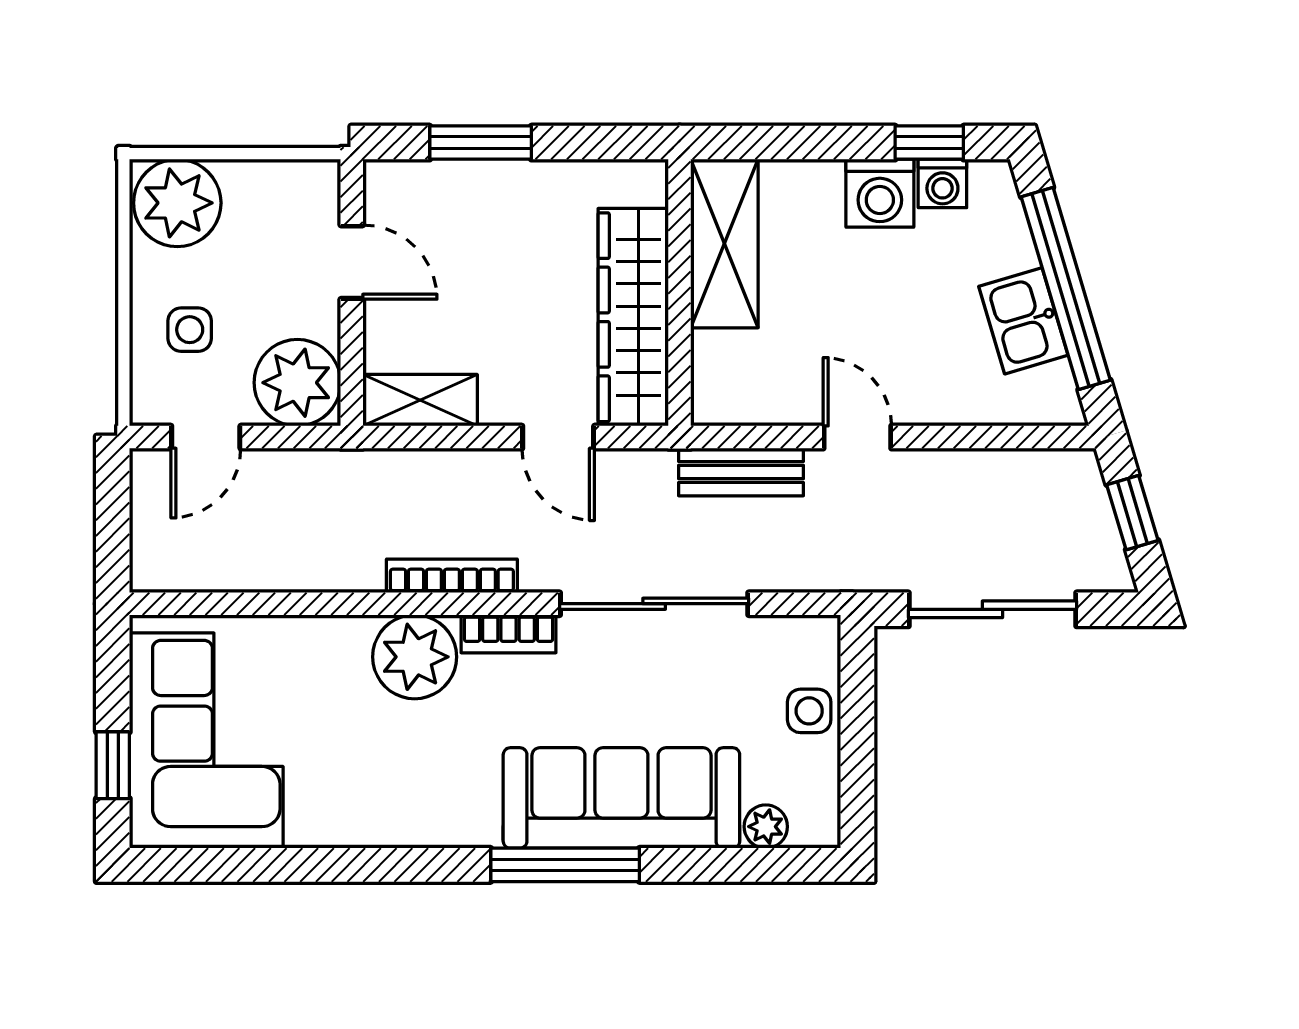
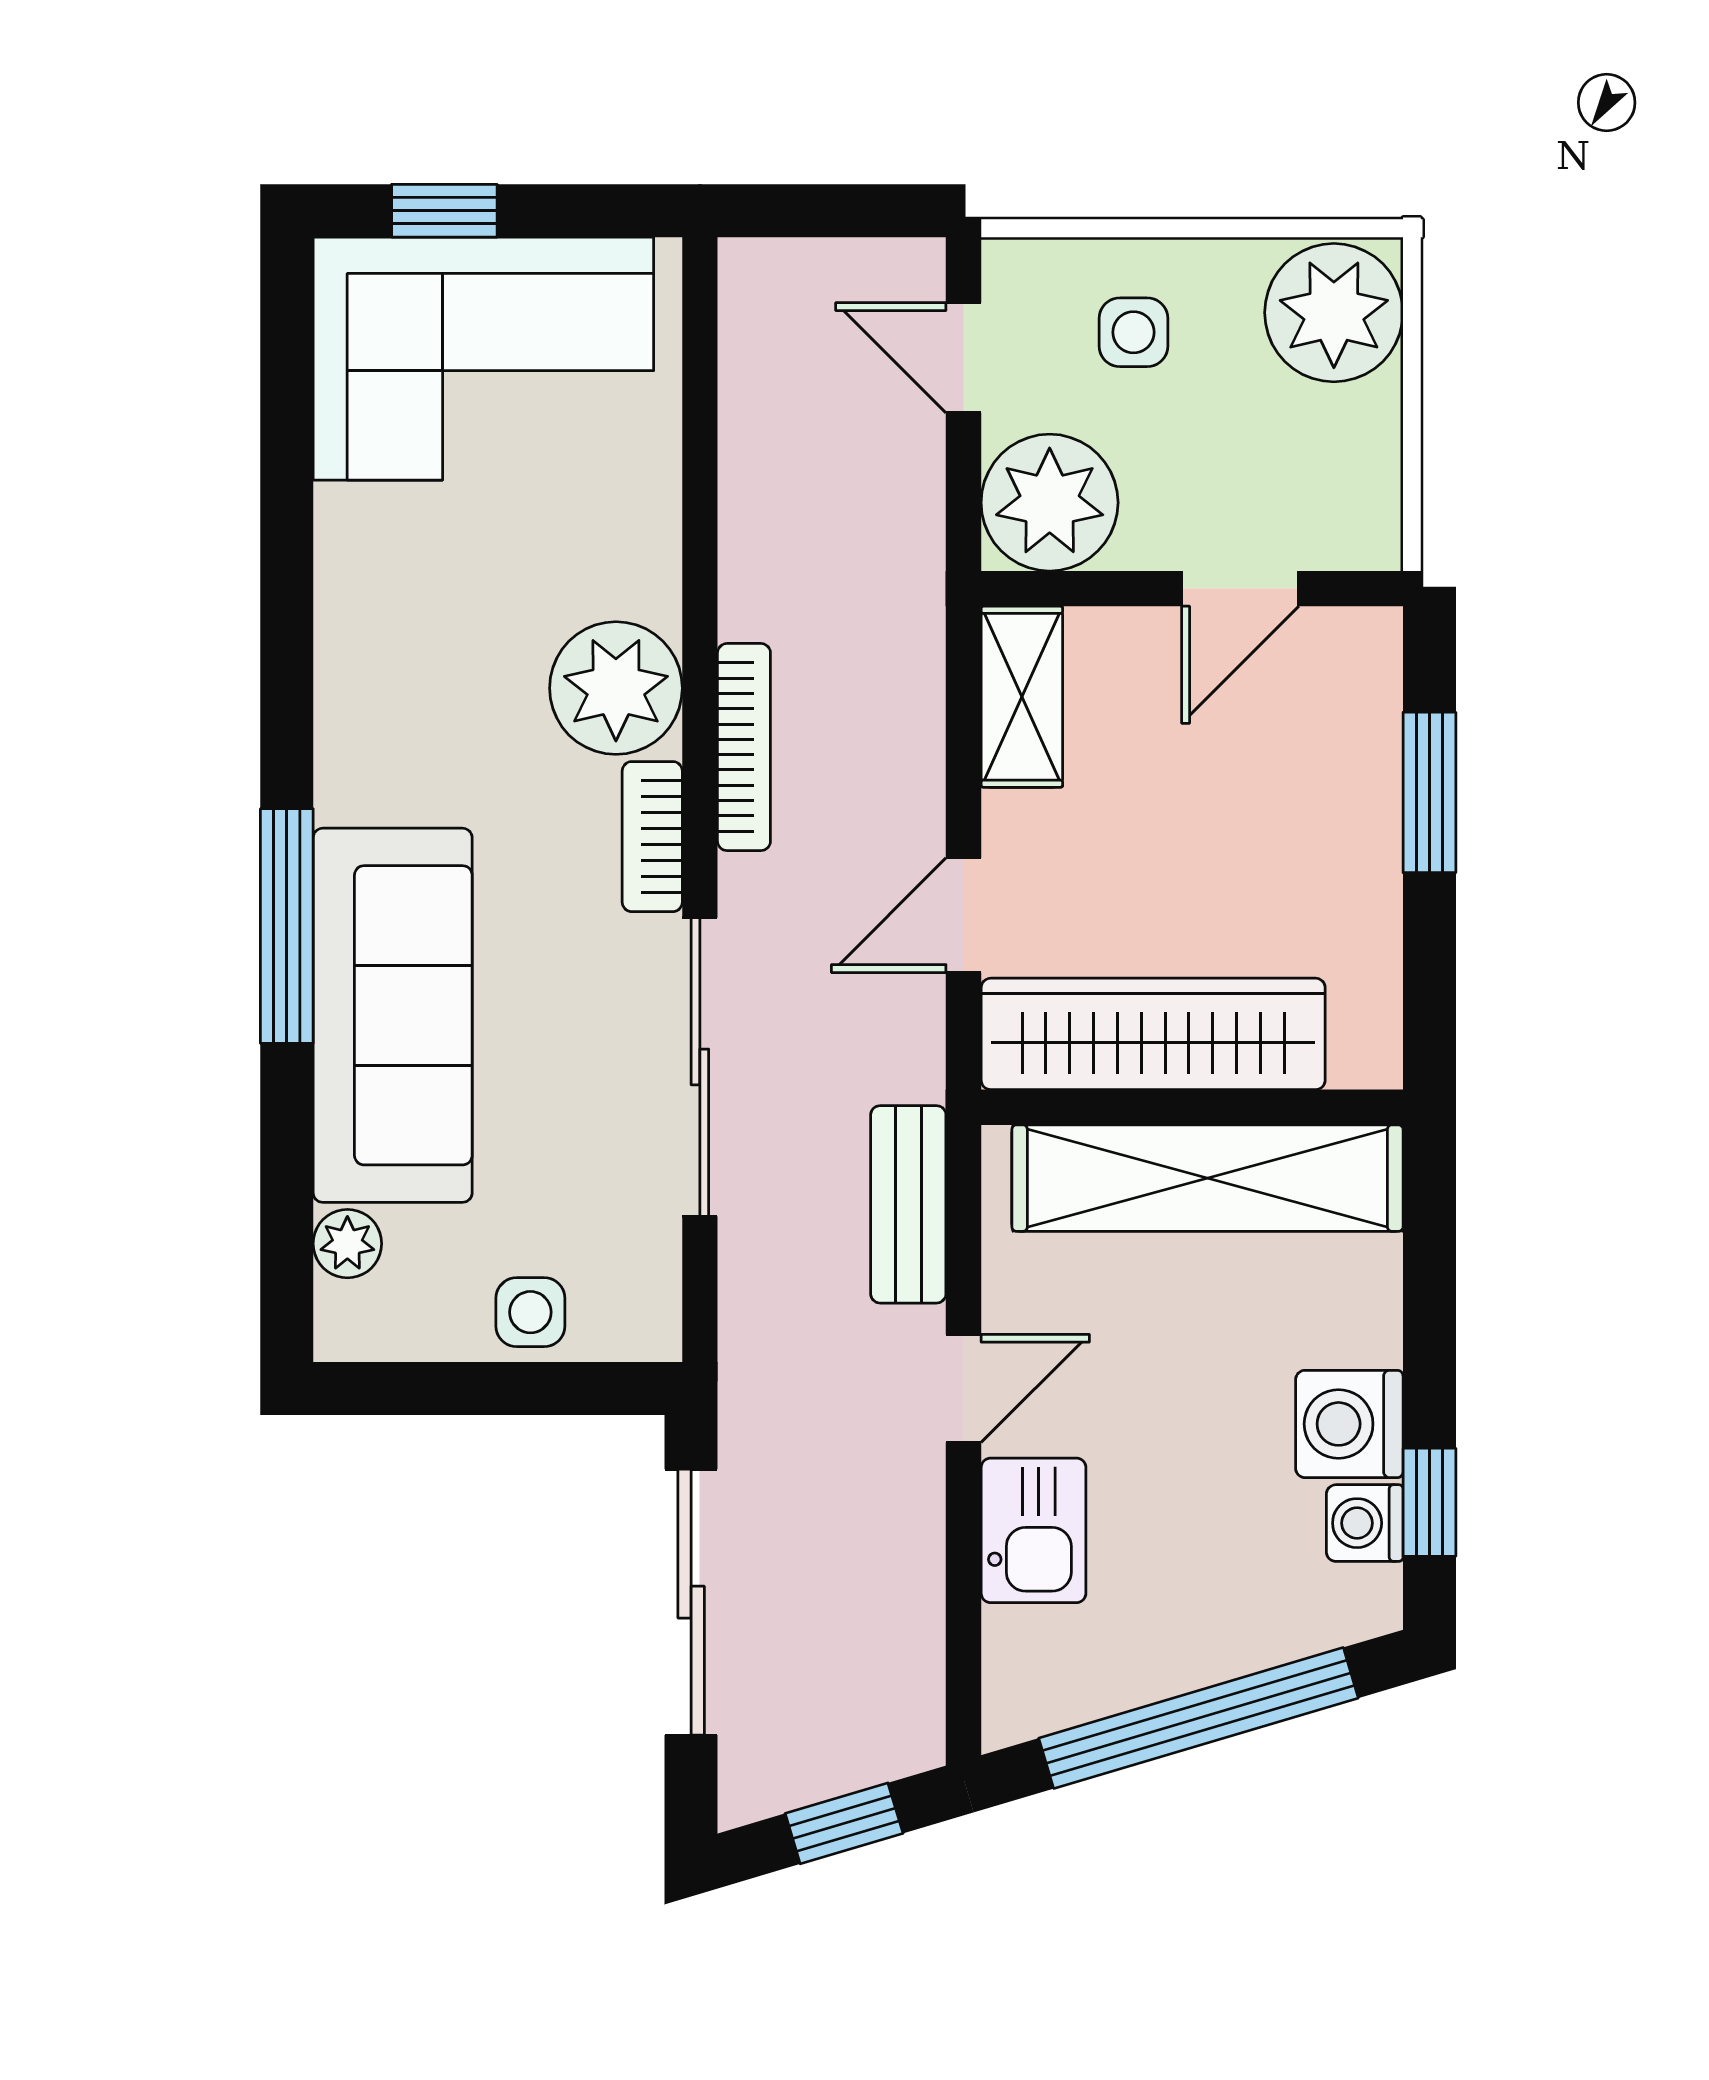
shelving: (724, 244) -> (1207, 1178), width x1.47
kitchen sink: (1023, 321) -> (1034, 1530), moved, turned 107

